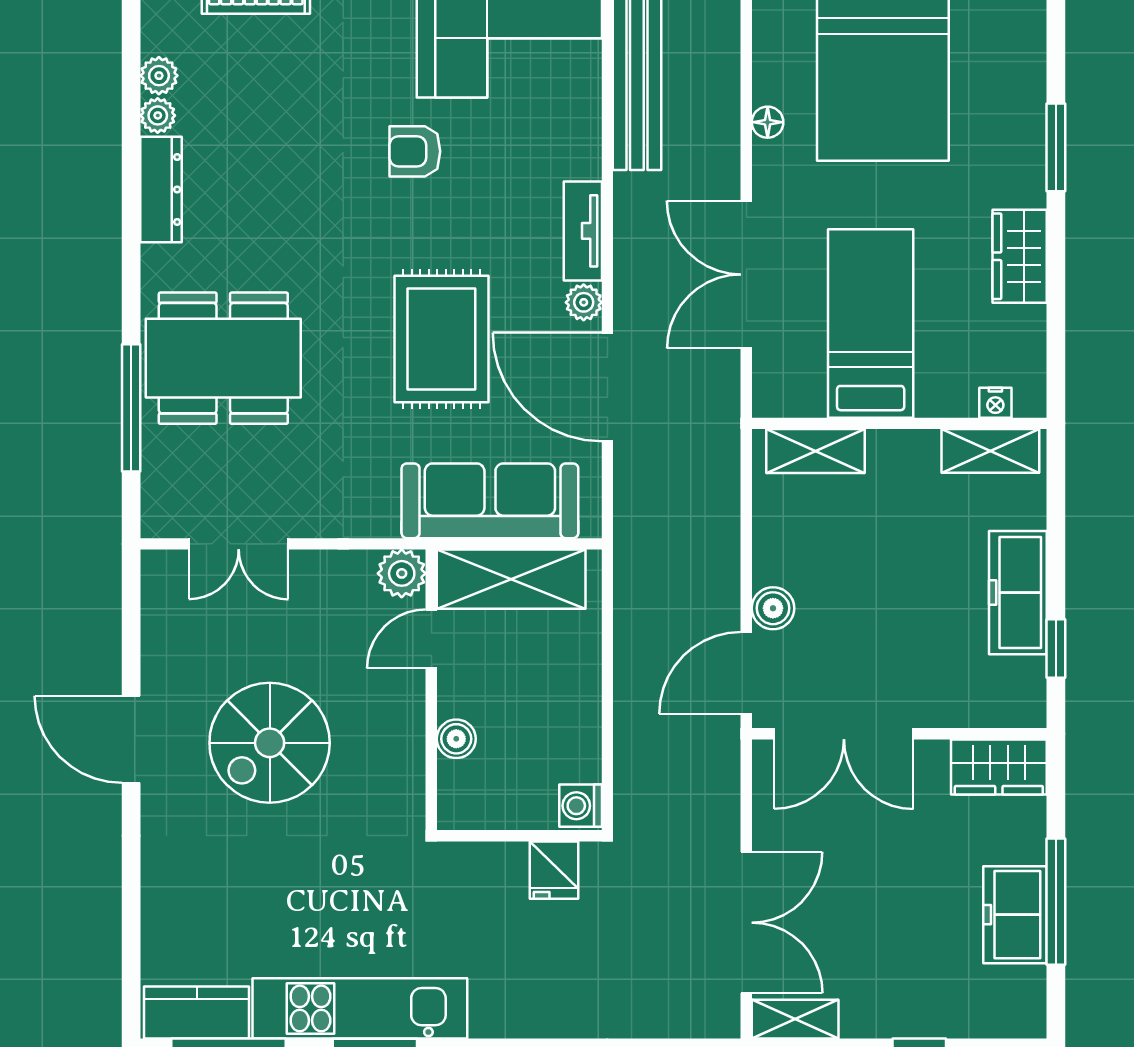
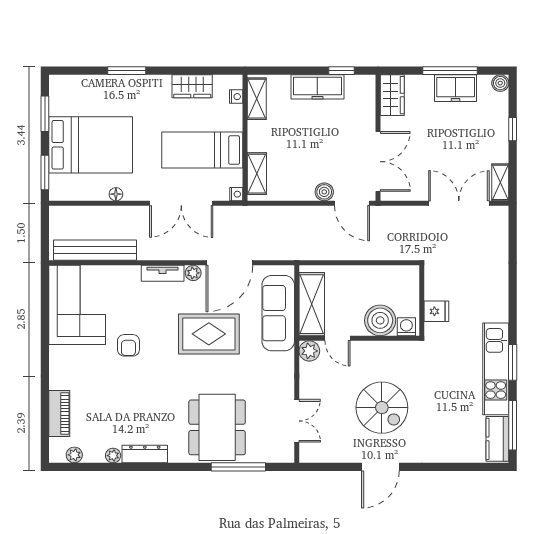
plant: (159, 76) -> (74, 455), moved
wardrobe: (1020, 256) -> (192, 86), moved
nightstand: (768, 403) -> (236, 194), added
boiler: (456, 739) -> (380, 320), width x1.86, depth x1.86
washing machine: (581, 806) -> (406, 327), moved, turned 180
fridge: (554, 870) -> (436, 311), moved
boiler: (1027, 1019) -> (500, 83), added

